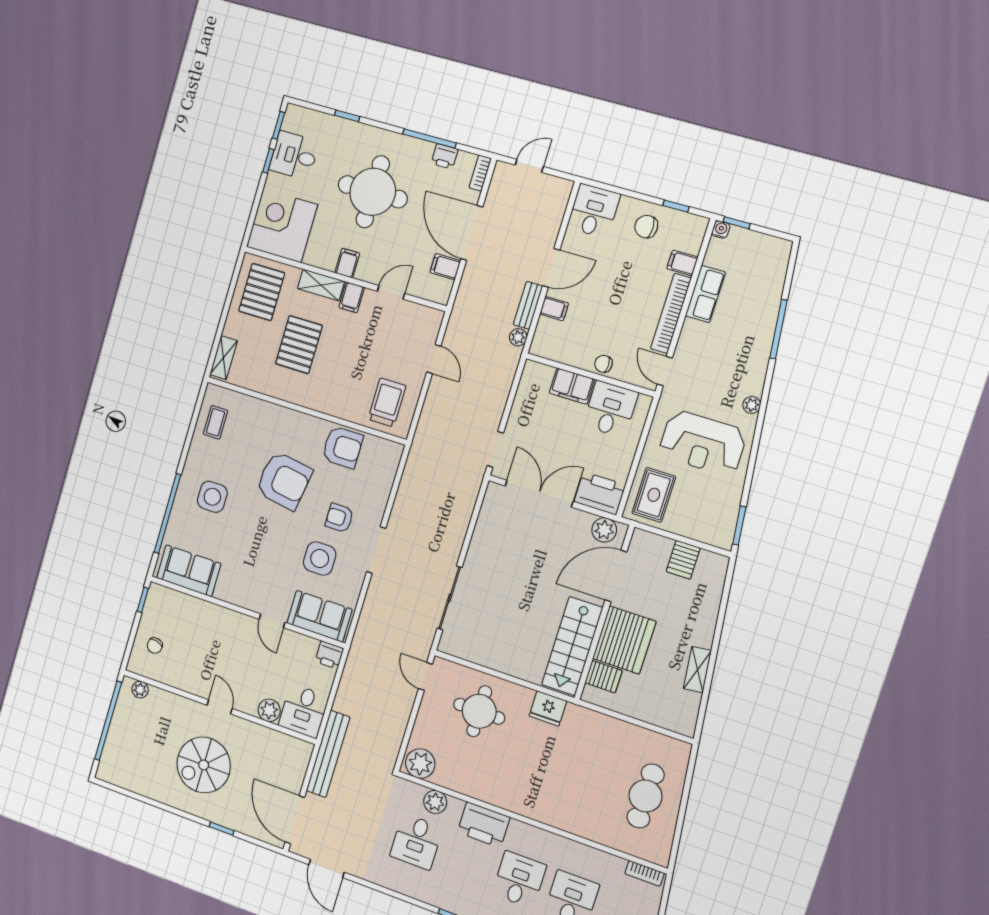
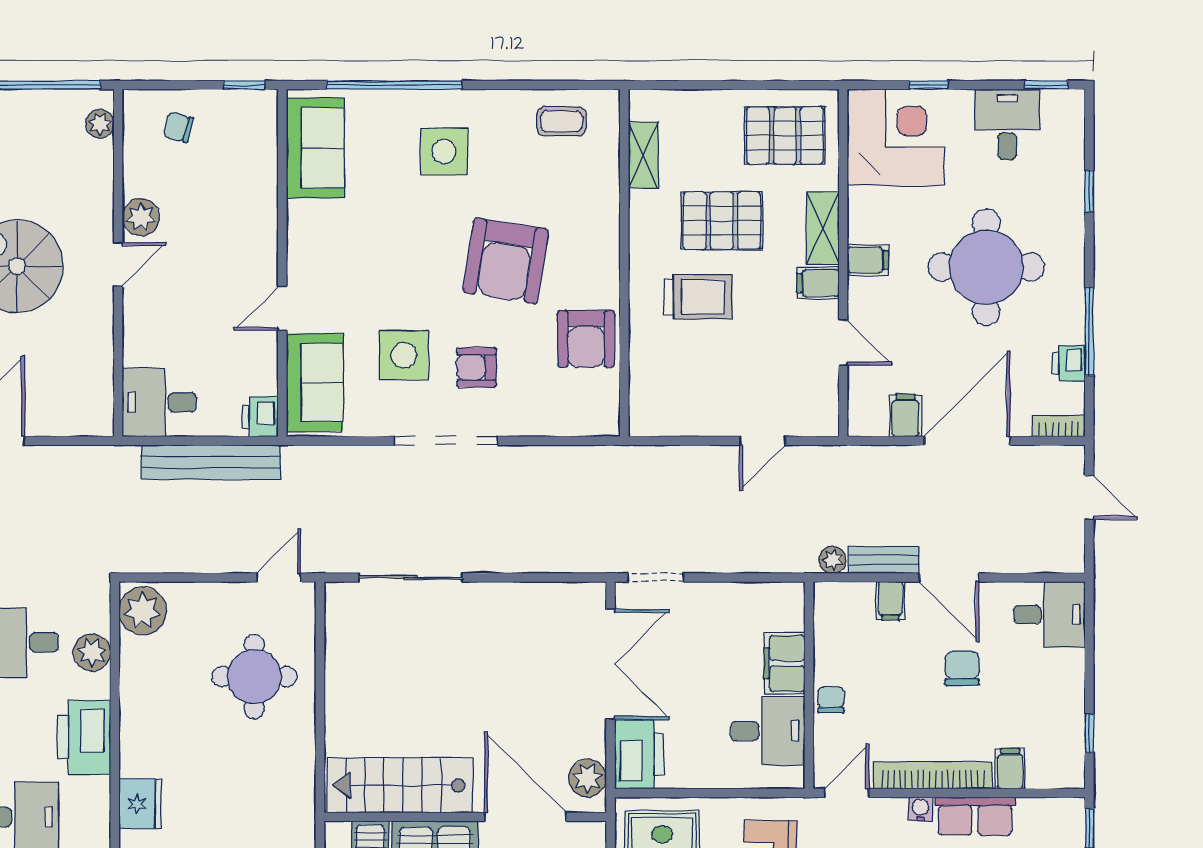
window: (268, 161) -> (929, 85), moved
chair: (646, 227) -> (962, 668), moved
water cooler: (721, 230) -> (921, 809), moved, turned -90
shelving: (224, 358) -> (643, 155), moved, turned 90
trolley: (387, 403) -> (698, 297), moved
armchair: (339, 518) -> (476, 367), turned -90
doorway: (376, 550) -> (446, 441), width x1.36
fridge: (548, 708) -> (140, 804), moved, turned 180
plant: (269, 710) -> (141, 217), moved
bench: (328, 754) -> (211, 462), moved

